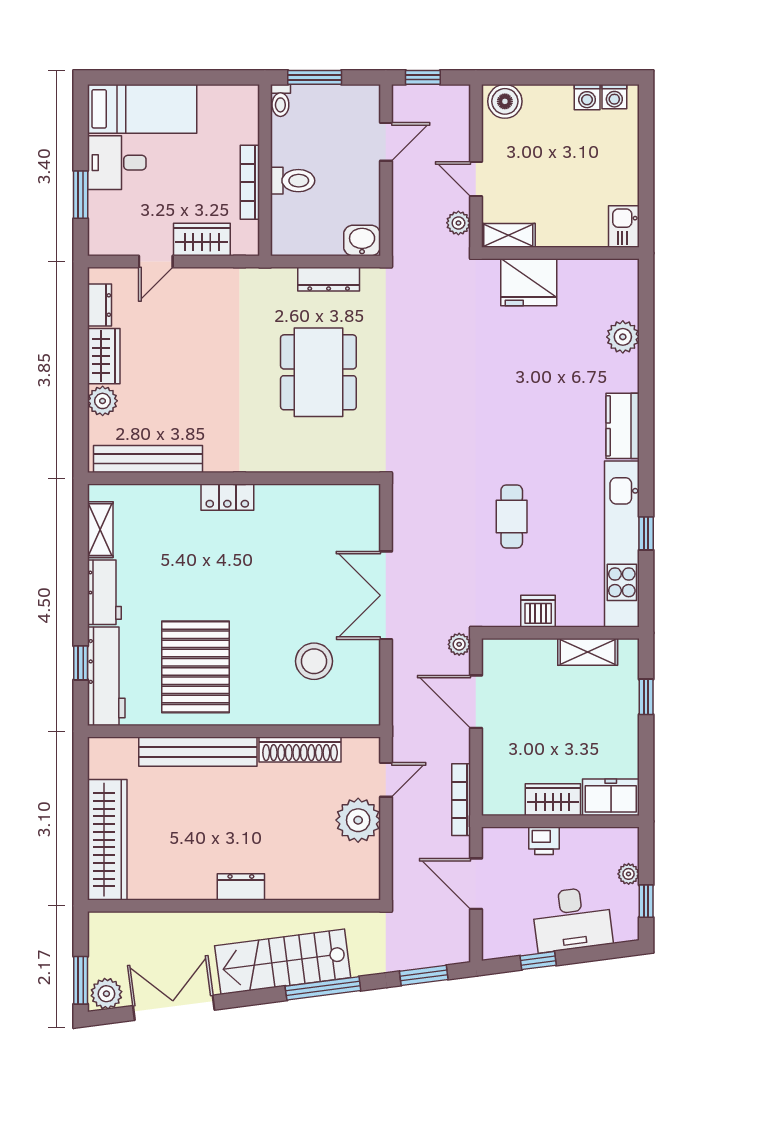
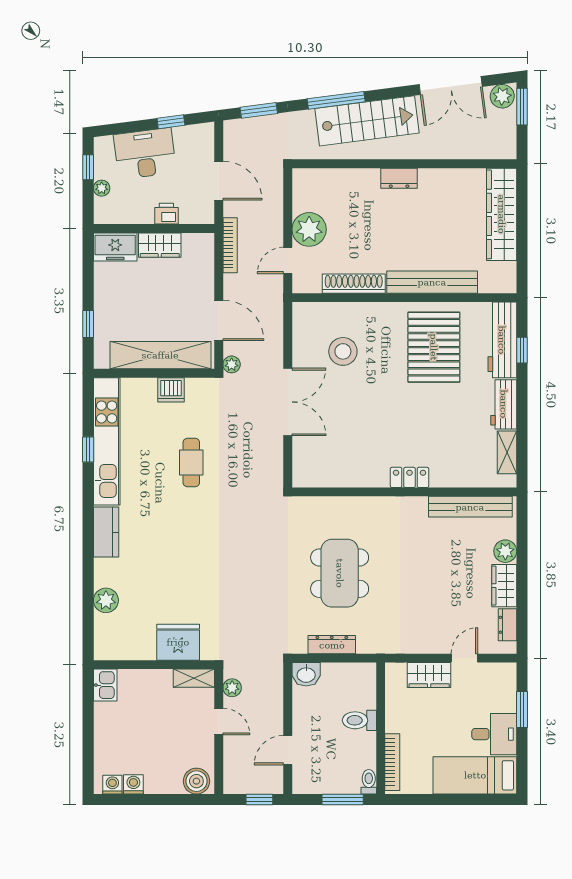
bookcase: (250, 182) -> (392, 762), moved
shelving: (588, 652) -> (160, 355), width x2.20, depth x1.33

